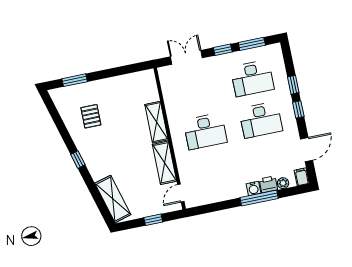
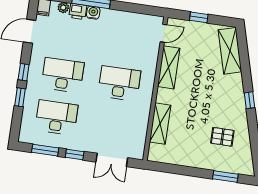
pallet: (91, 116) -> (222, 137), turned 90
shelving: (157, 122) -> (160, 124), moved

